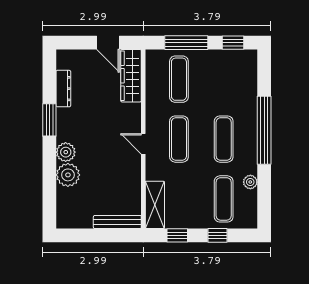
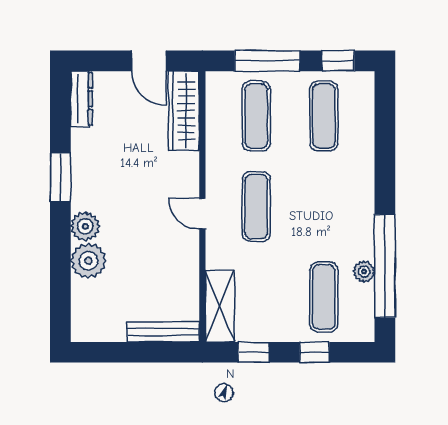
dresser: (63, 89) -> (81, 99), moved
window: (264, 130) -> (385, 266), moved
exercise mat: (224, 139) -> (324, 116), moved

